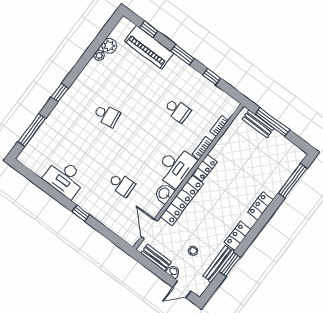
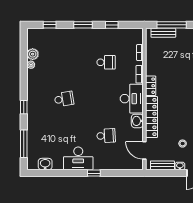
piano: (149, 47) -> (58, 36), removed
washbasin: (38, 167) -> (45, 164), added
desk: (65, 178) -> (78, 158), moved

